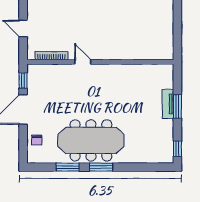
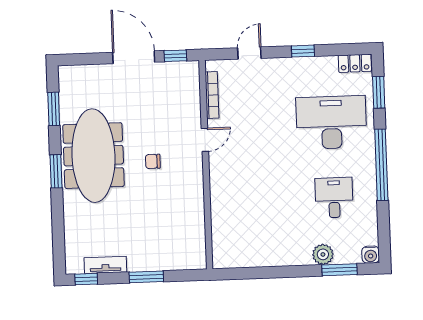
tv unit: (168, 104) -> (105, 265), moved
chair: (37, 140) -> (153, 161), moved
window: (68, 167) -> (54, 109), moved

